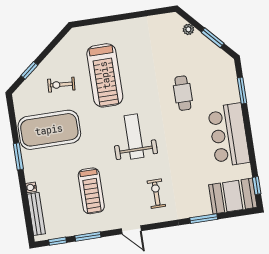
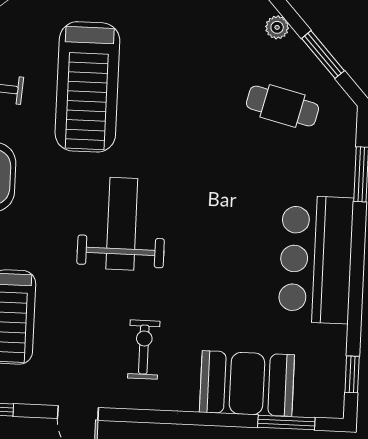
cafe table: (183, 93) -> (283, 106), moved, turned -76
booth: (233, 196) -> (247, 384), moved
window: (204, 219) -> (286, 422), moved

